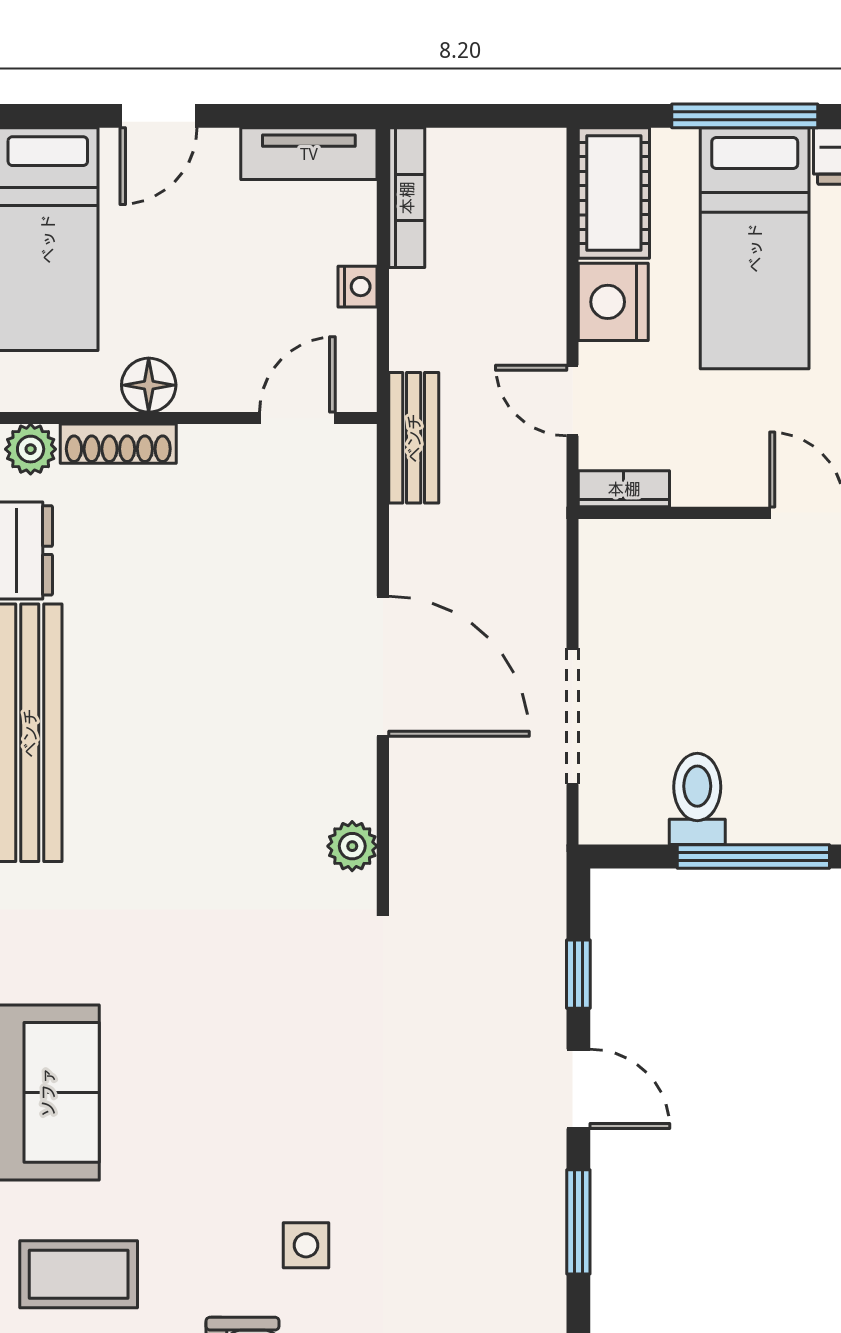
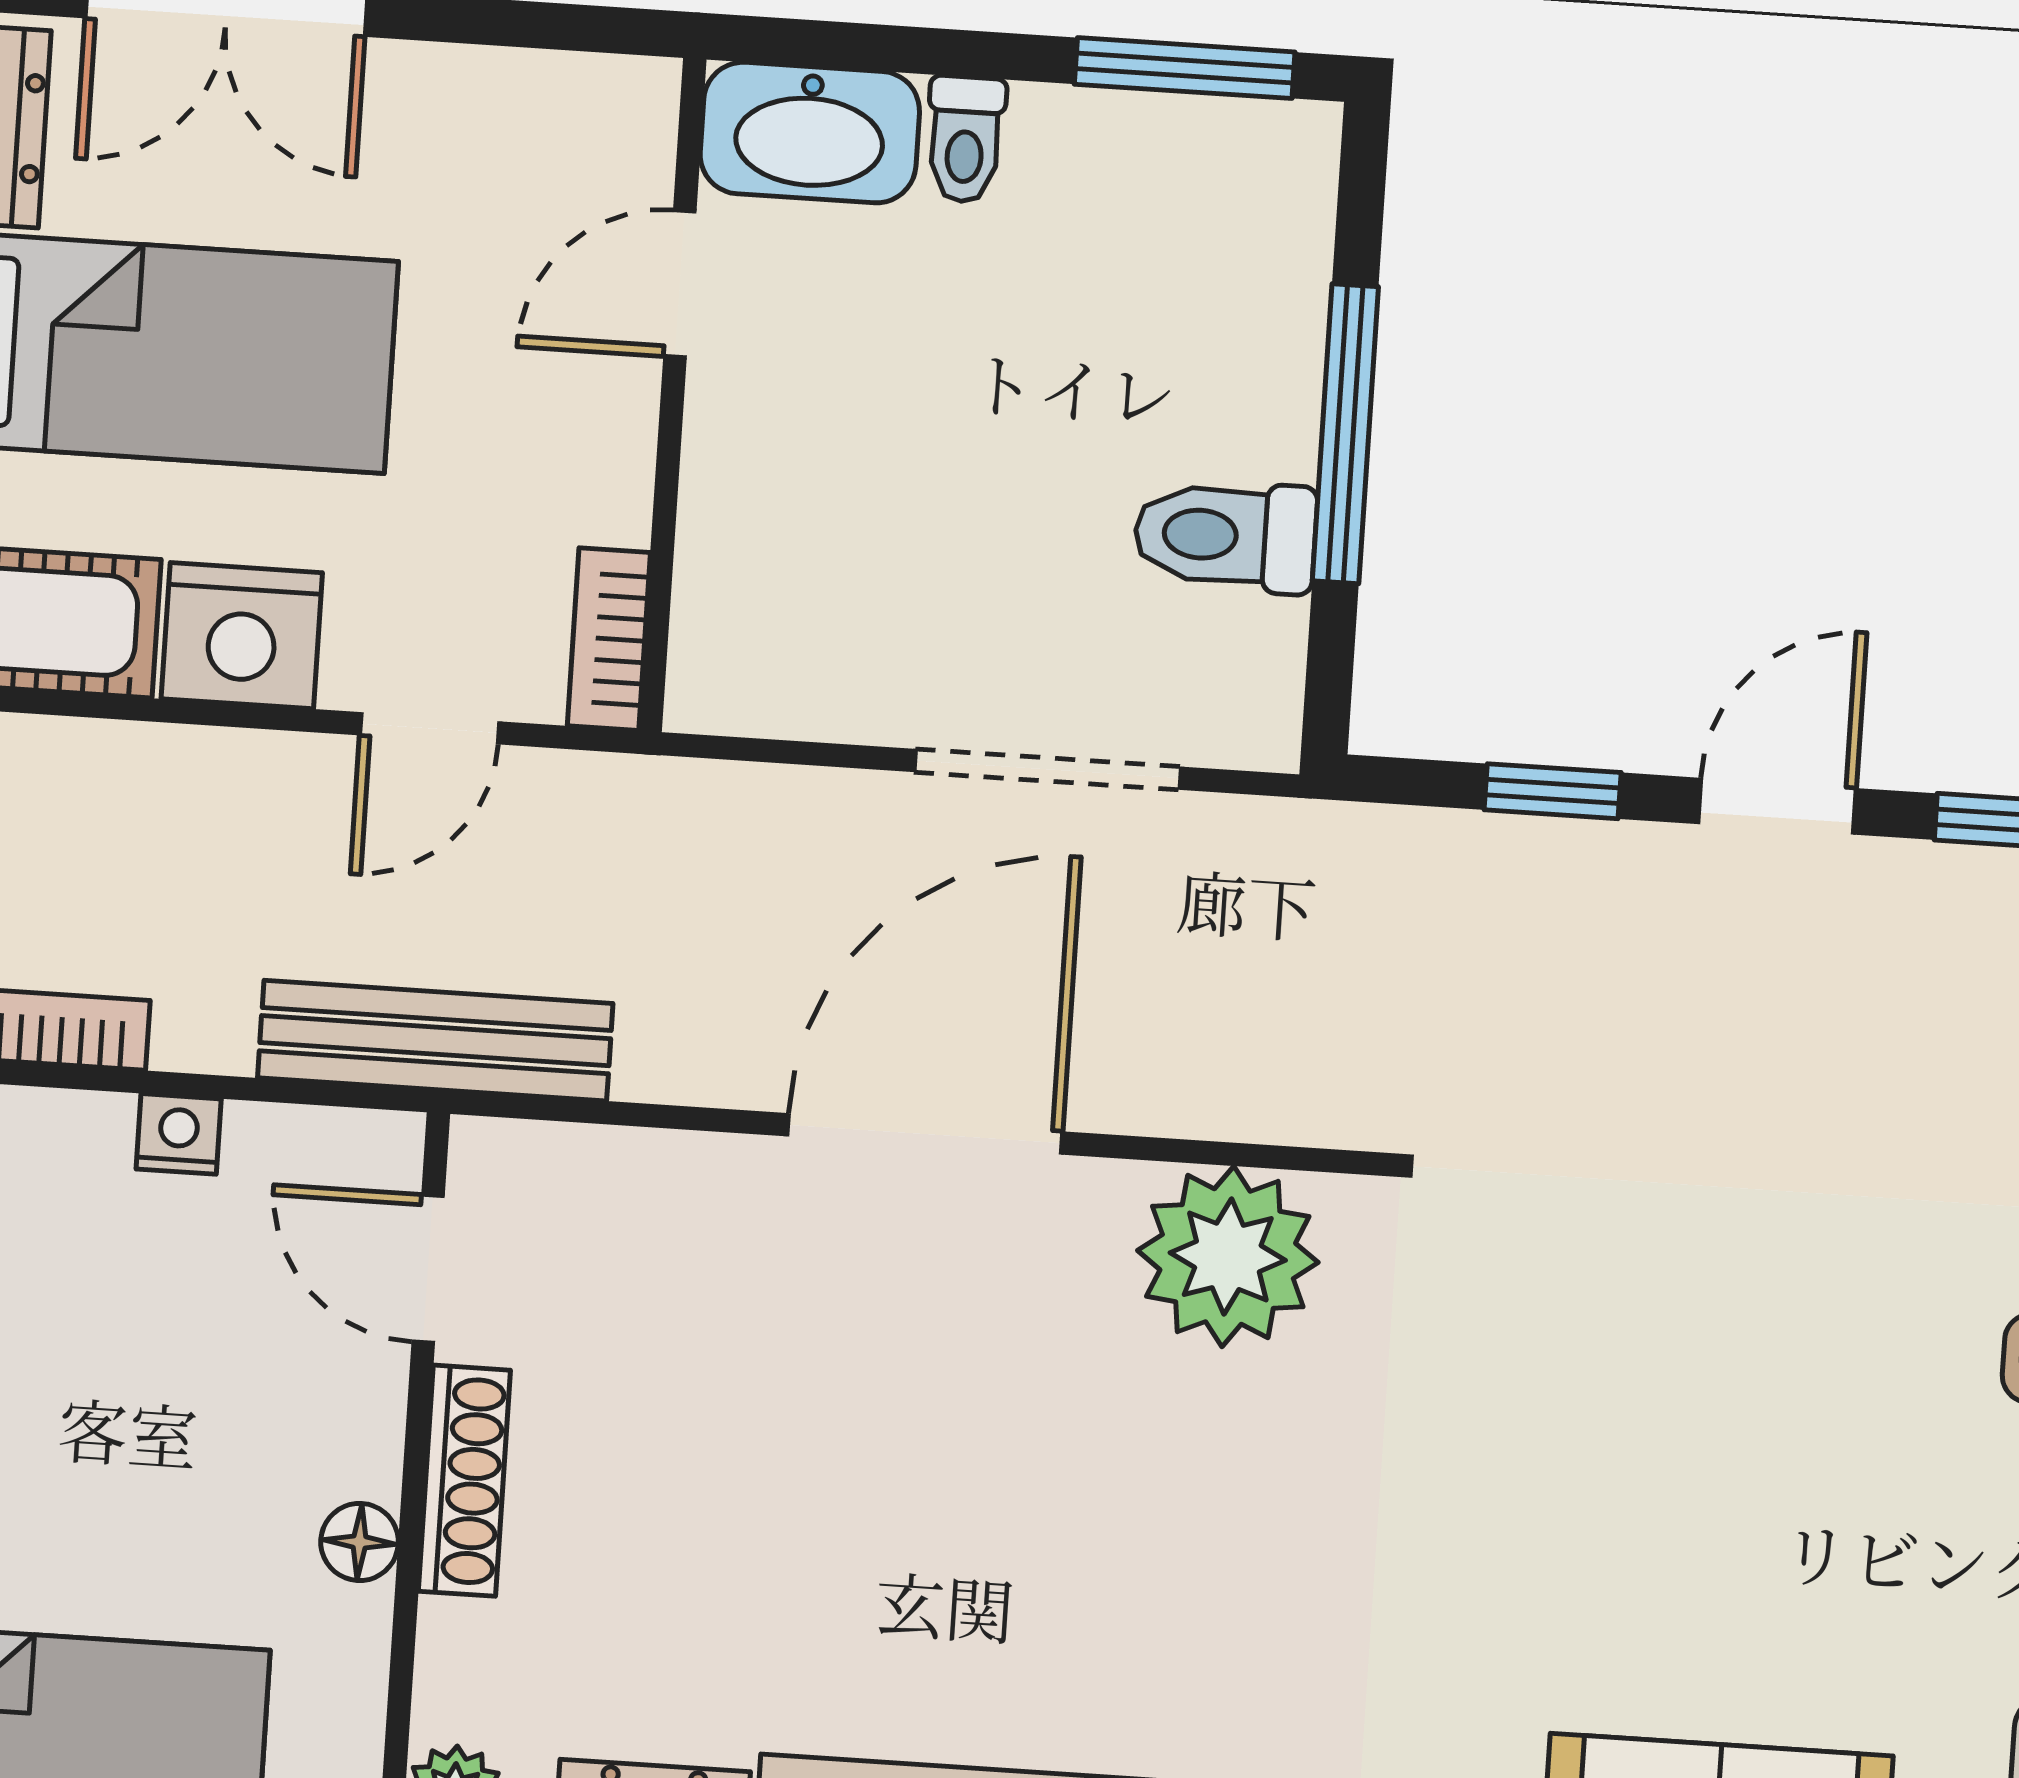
floor lamp: (149, 385) -> (360, 1542), width x0.73, depth x0.73
bench: (414, 438) -> (435, 1041), width x1.36
shoe rack: (118, 444) -> (464, 1481), moved
plant: (352, 846) -> (1228, 1256), width x1.87, depth x1.87

